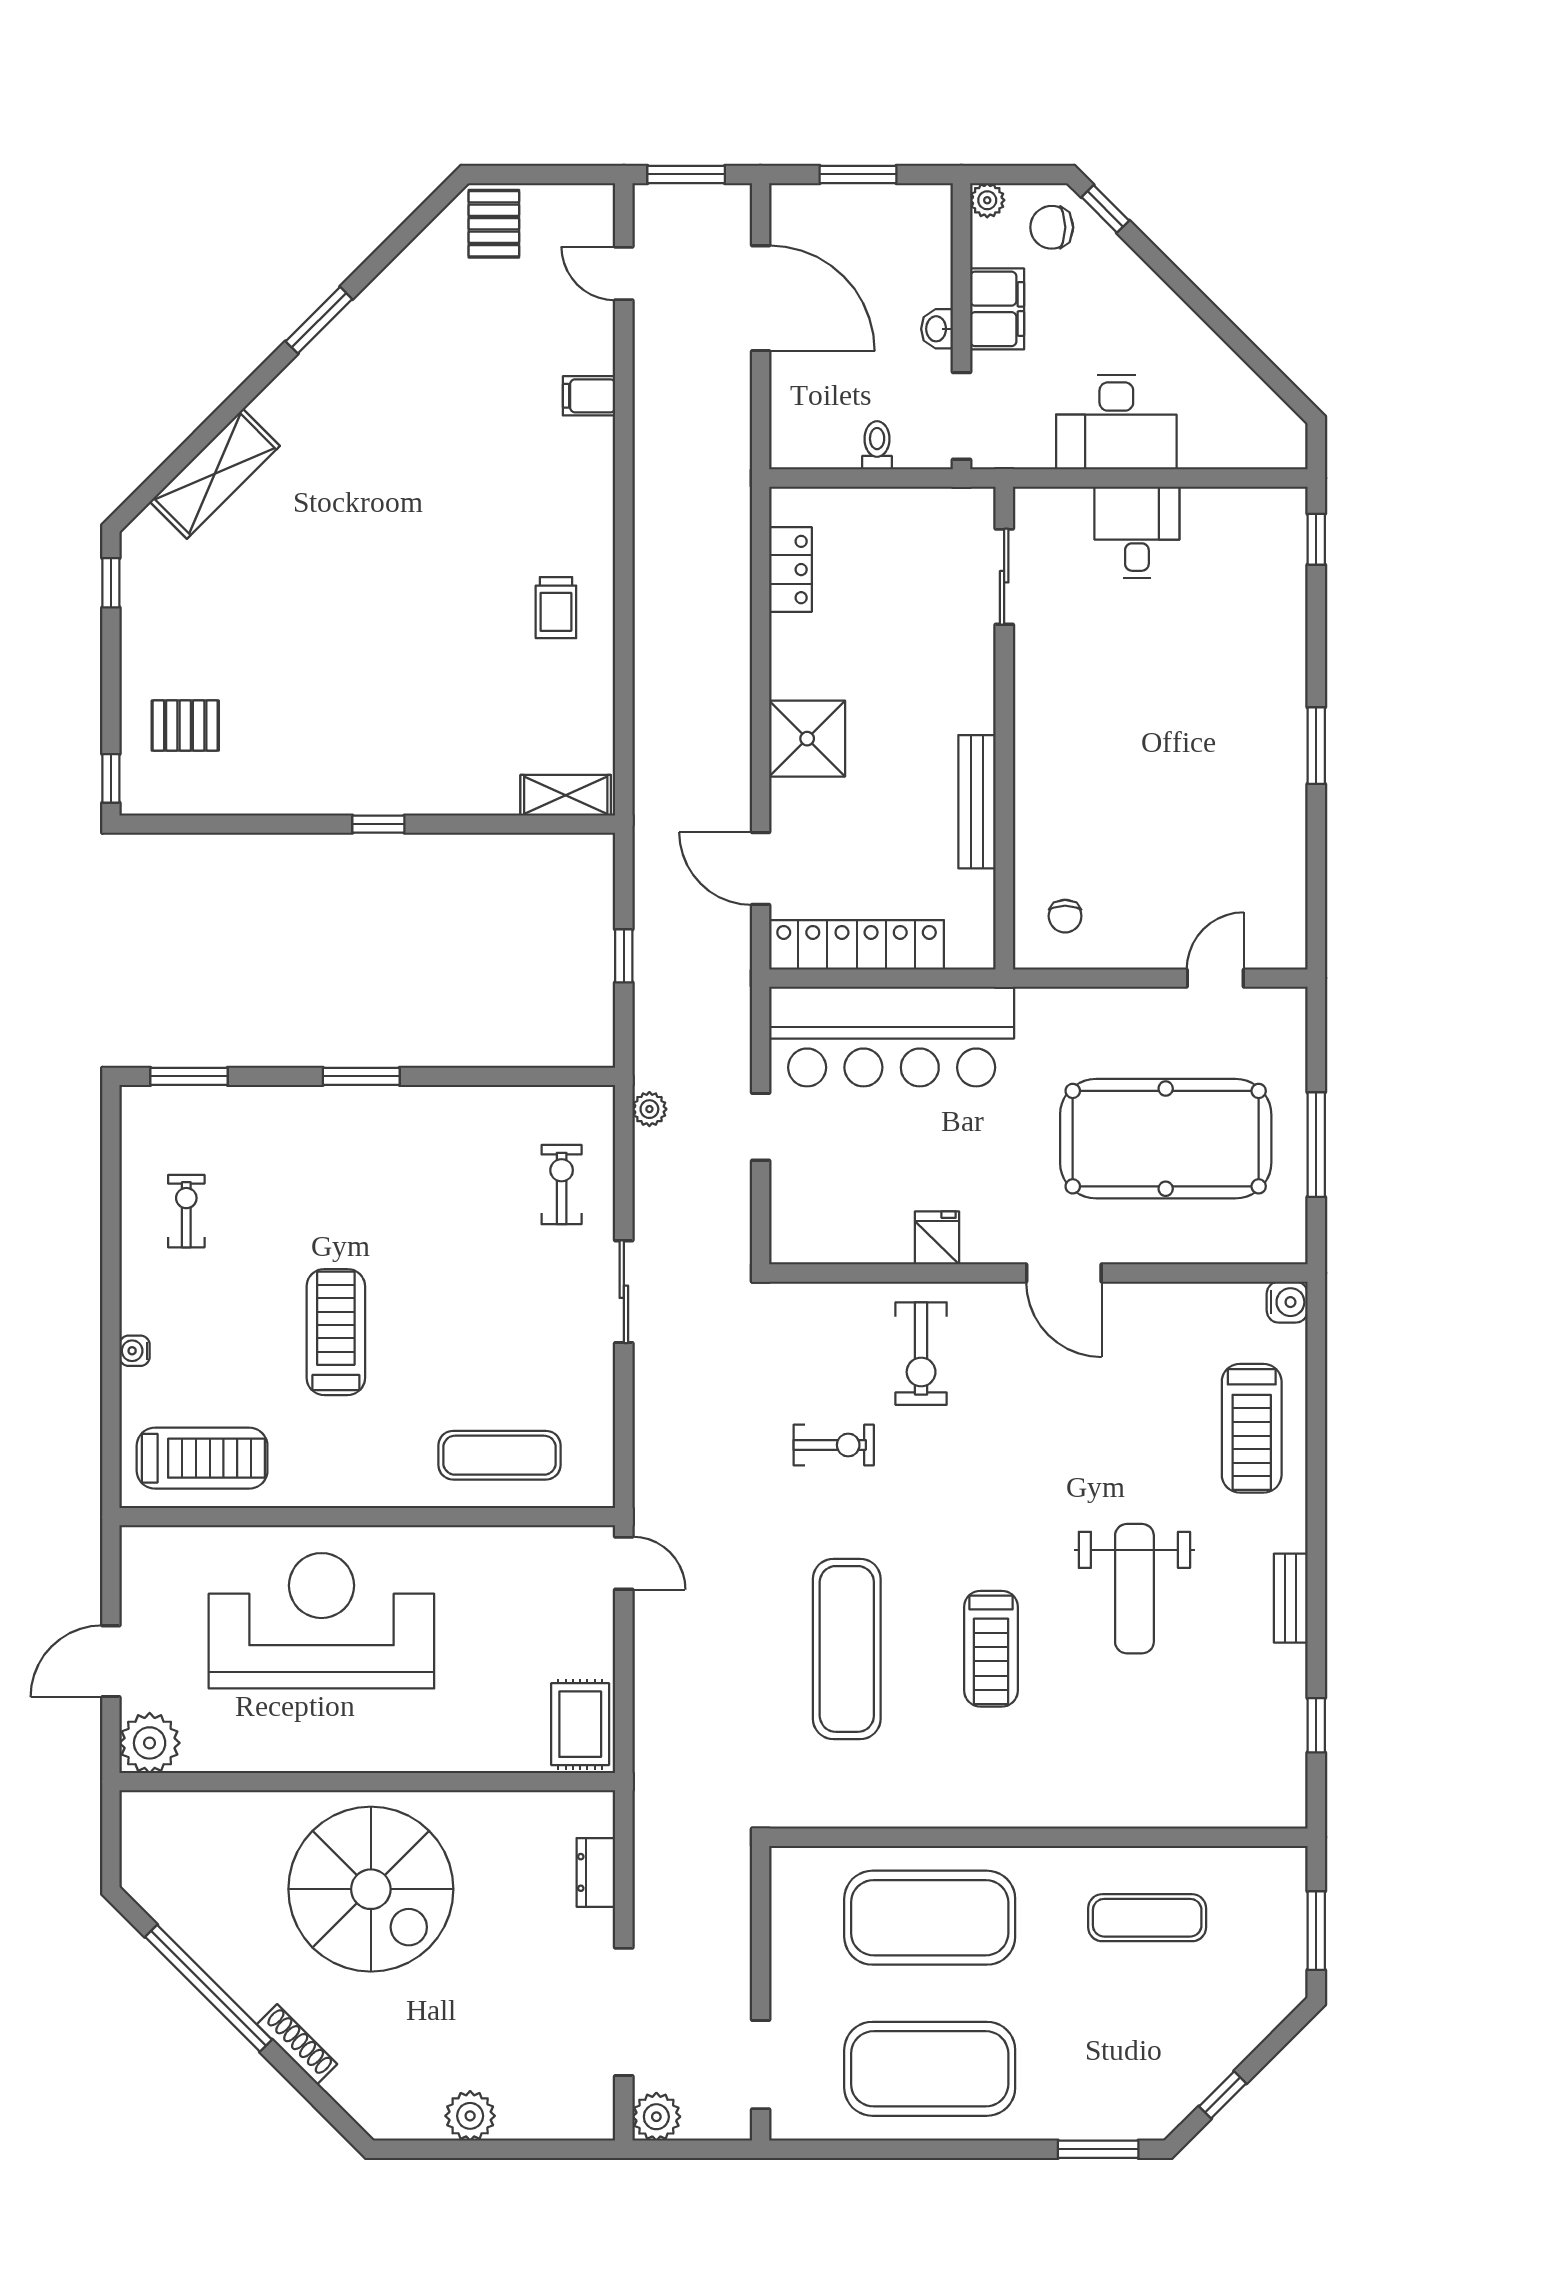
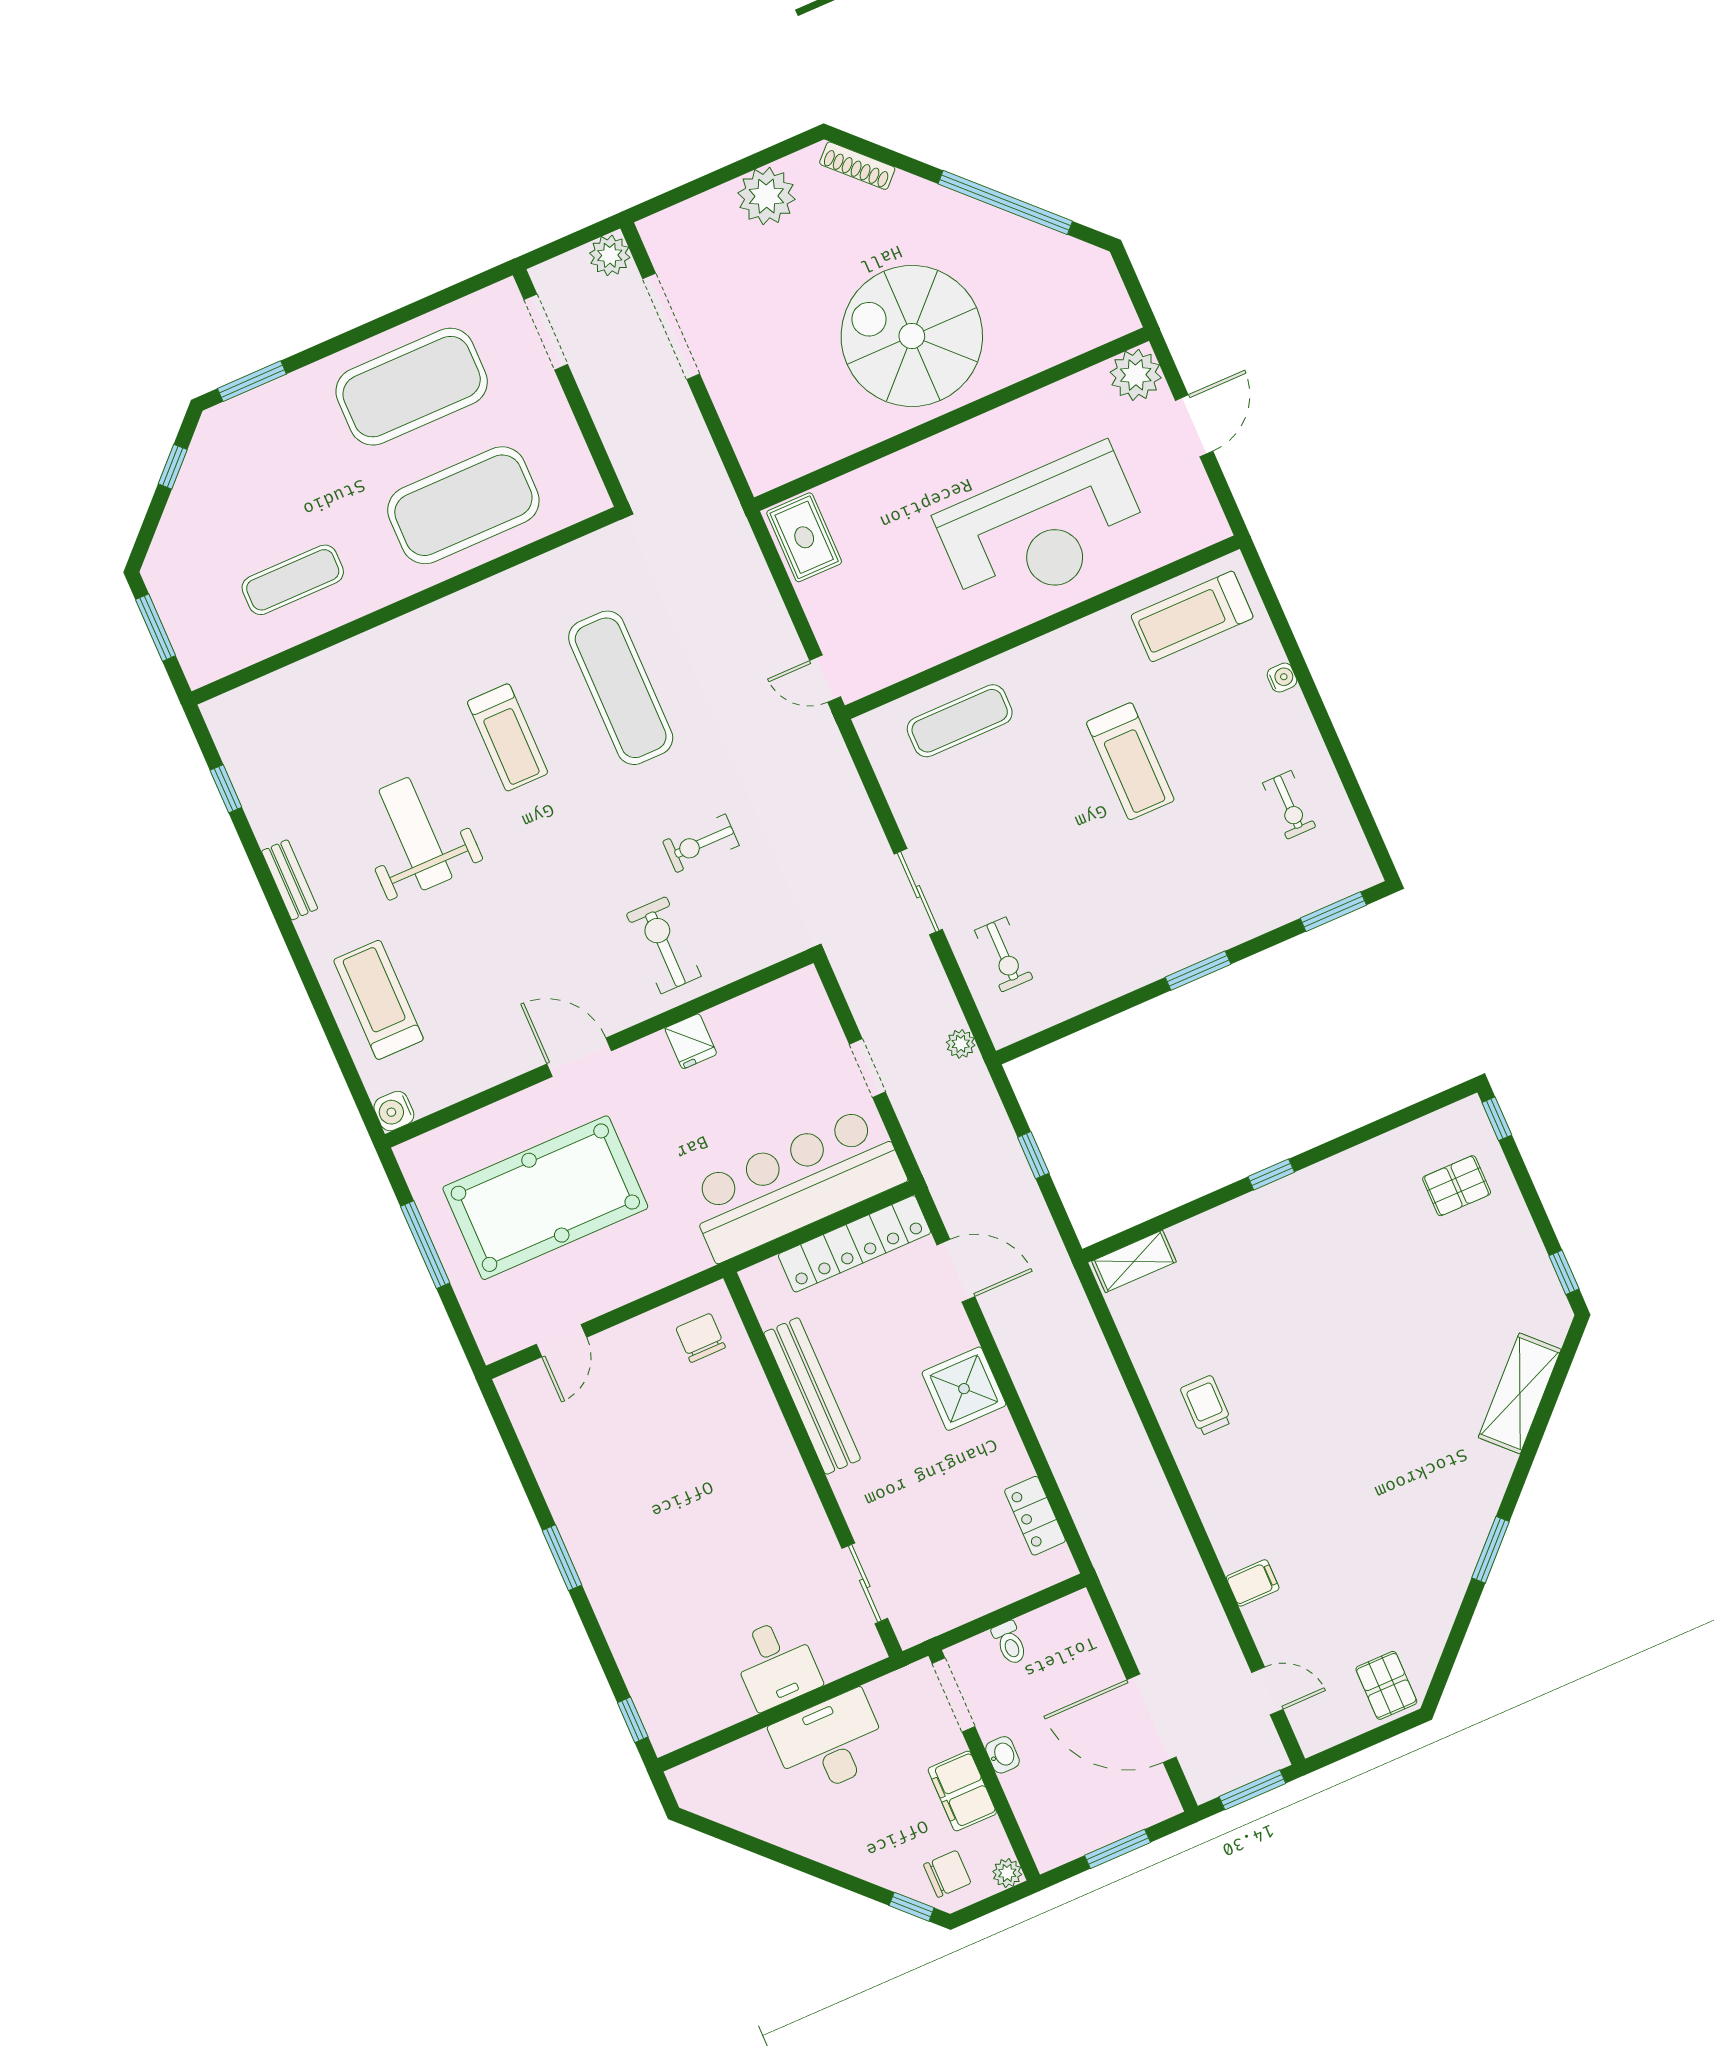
bench: (977, 802) -> (812, 1396), width x1.37, depth x1.21
chair: (1065, 916) -> (701, 1338), width x1.37, depth x1.37
treadmill: (991, 1649) -> (508, 737), turned 180
dresser: (596, 1872) -> (741, 426), removed
shoe rack: (297, 2044) -> (857, 166), moved
plant: (470, 2116) -> (766, 196), width x1.36, depth x1.36

